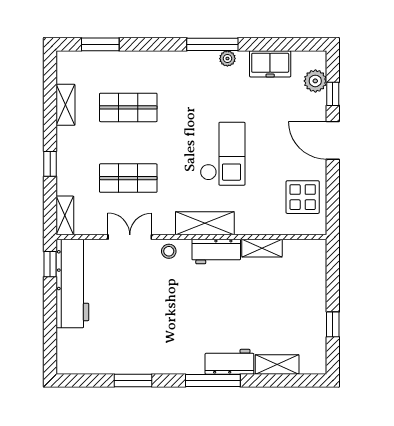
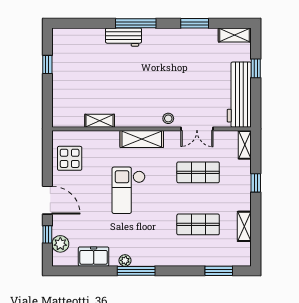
workbench: (216, 251) -> (133, 118), removed
window: (50, 264) -> (256, 68), moved
shelving: (277, 364) -> (235, 35), moved

